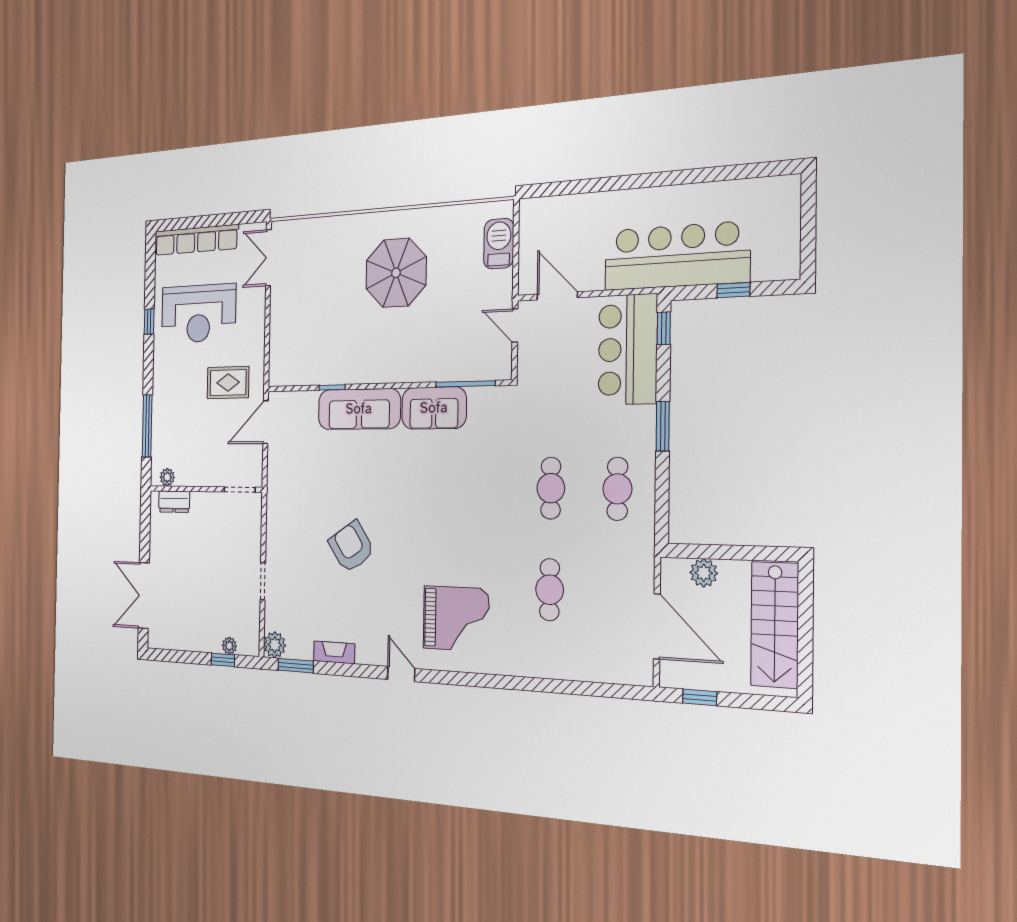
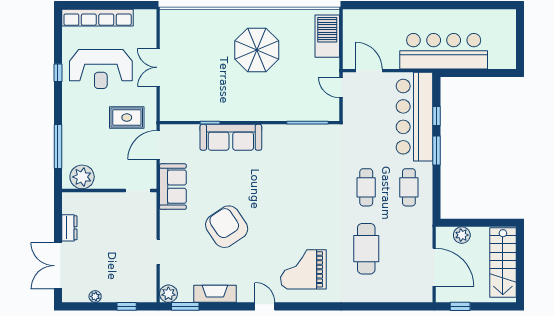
barbecue: (499, 244) -> (327, 36), width x1.37, depth x1.21
double door: (268, 258) -> (158, 67), moved
window: (733, 290) -> (478, 73), removed
window: (664, 328) -> (436, 116), moved
bar counter: (628, 349) -> (414, 117), width x1.36
sofa: (434, 408) -> (173, 187), moved, turned -90
plant: (167, 477) -> (82, 177), width x1.88, depth x1.88
dresser: (174, 502) -> (69, 228), moved, turned -90
armchair: (351, 547) -> (227, 227), width x1.36, depth x1.36
cafe table: (550, 590) -> (366, 249), width x1.37, depth x1.35
grand piano: (456, 619) -> (303, 269), turned 180
plant: (229, 646) -> (95, 296), moved
fireplace: (334, 652) -> (215, 294), width x1.37, depth x1.32

